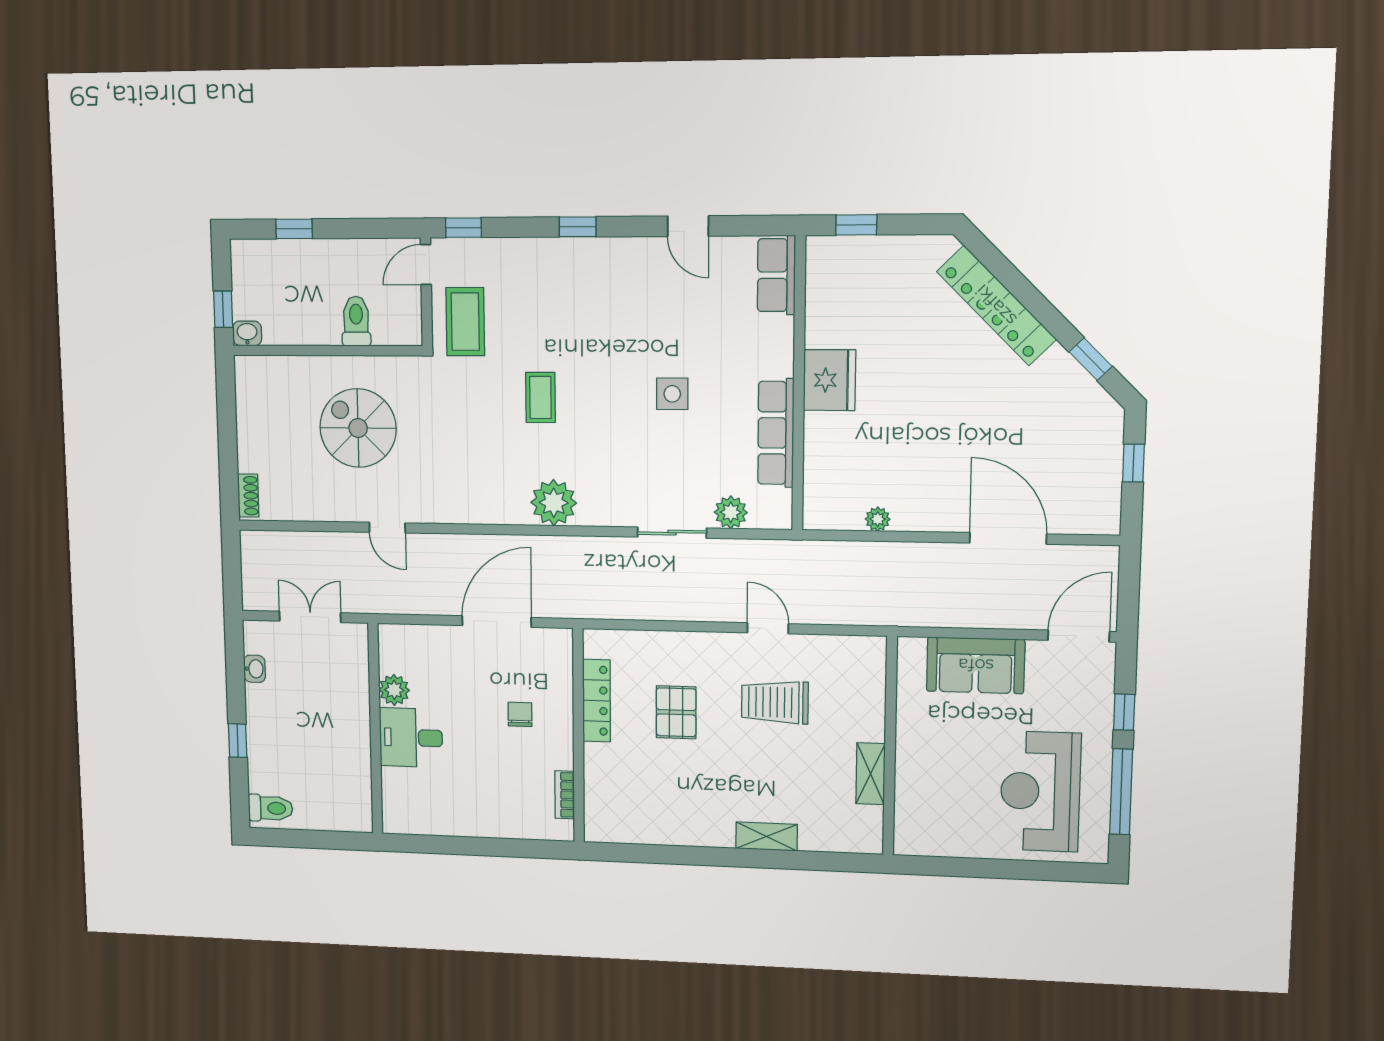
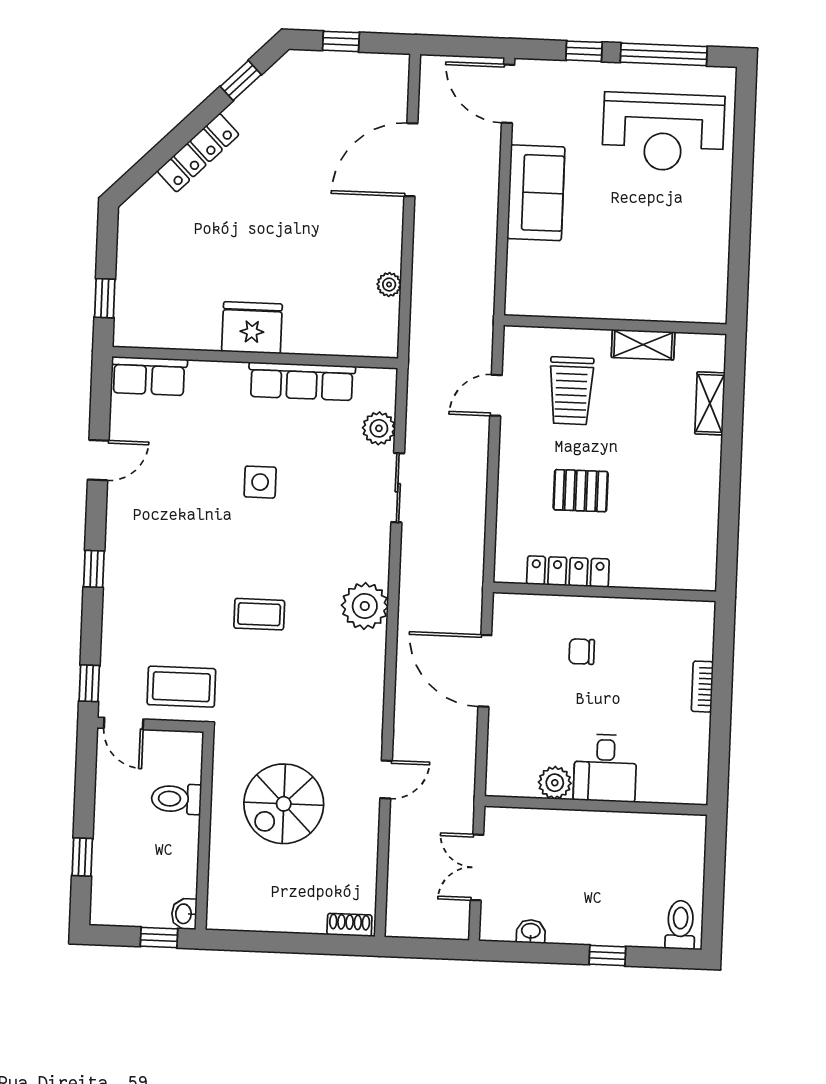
locker: (996, 305) -> (198, 153), width x0.71, depth x0.83
wall: (890, 746) -> (615, 325), moved
shelving: (871, 774) -> (643, 345), moved
bookcase: (565, 795) -> (702, 687), moved, turned 90

